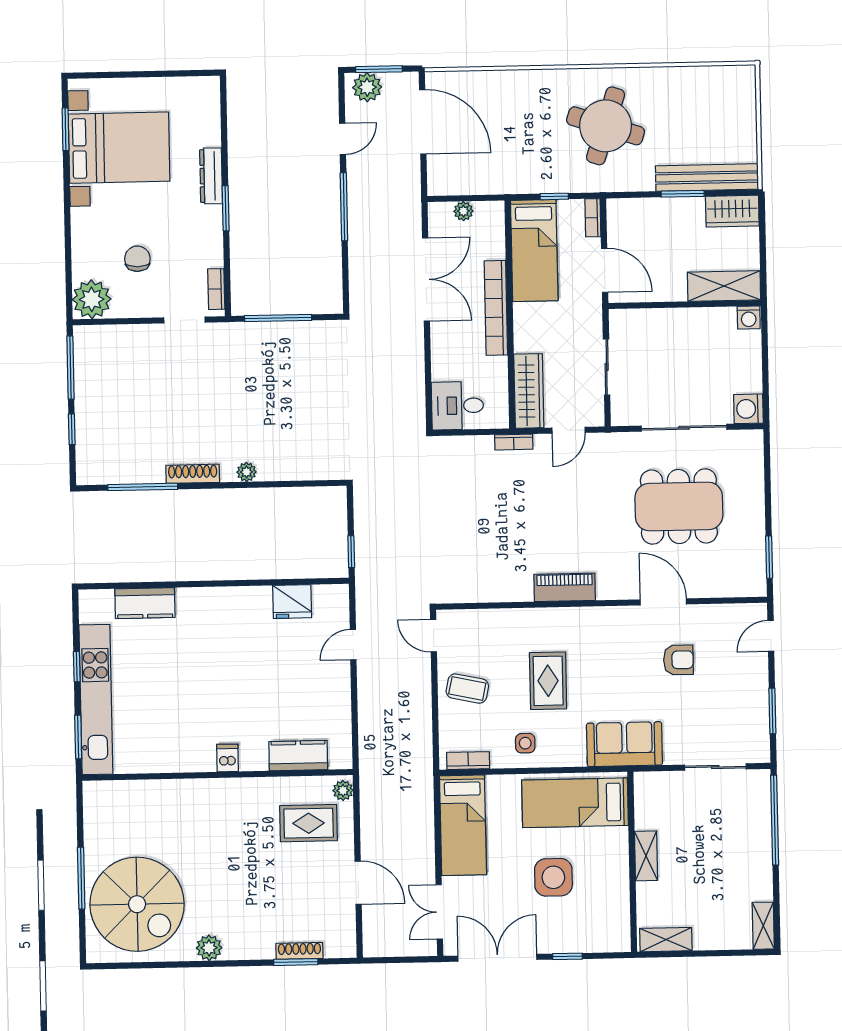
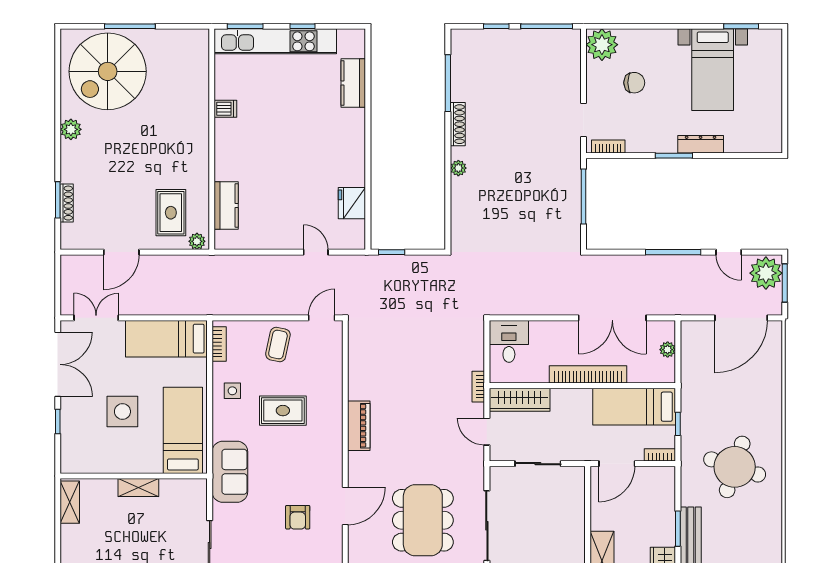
plant: (367, 87) -> (766, 273), width x1.36, depth x1.36
bed with nightstands: (119, 148) -> (713, 70), width x0.73
dishwasher: (228, 758) -> (225, 109), moved

